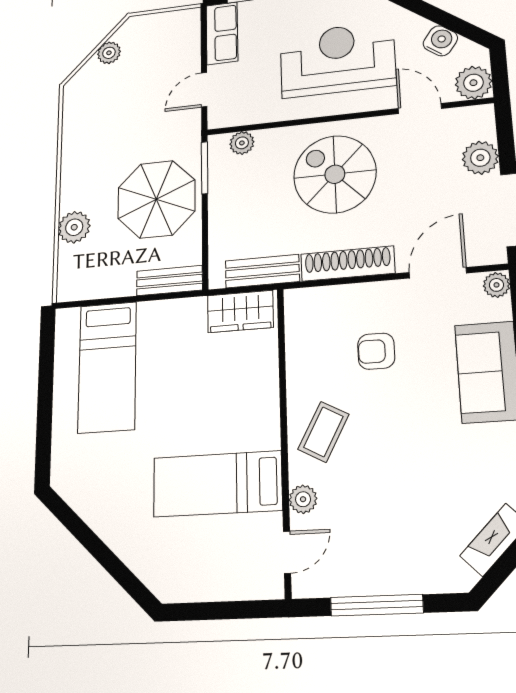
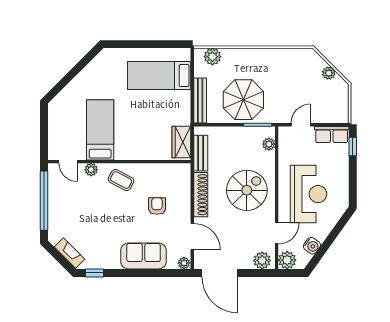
door: (204, 90) -> (301, 125), hinge flipped
plant: (480, 158) -> (262, 260), moved
plant: (74, 227) -> (212, 57), moved
bench: (169, 281) -> (200, 101), width x1.36
window: (377, 605) -> (44, 201), width x1.46

